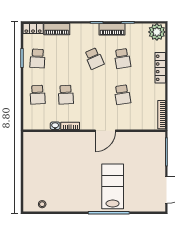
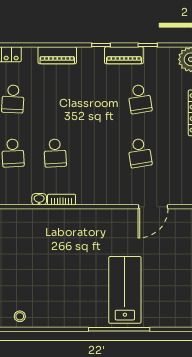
piano: (57, 29) -> (57, 55), moved
school desk: (94, 58) -> (97, 99), removed
door: (105, 131) -> (153, 207), moved

